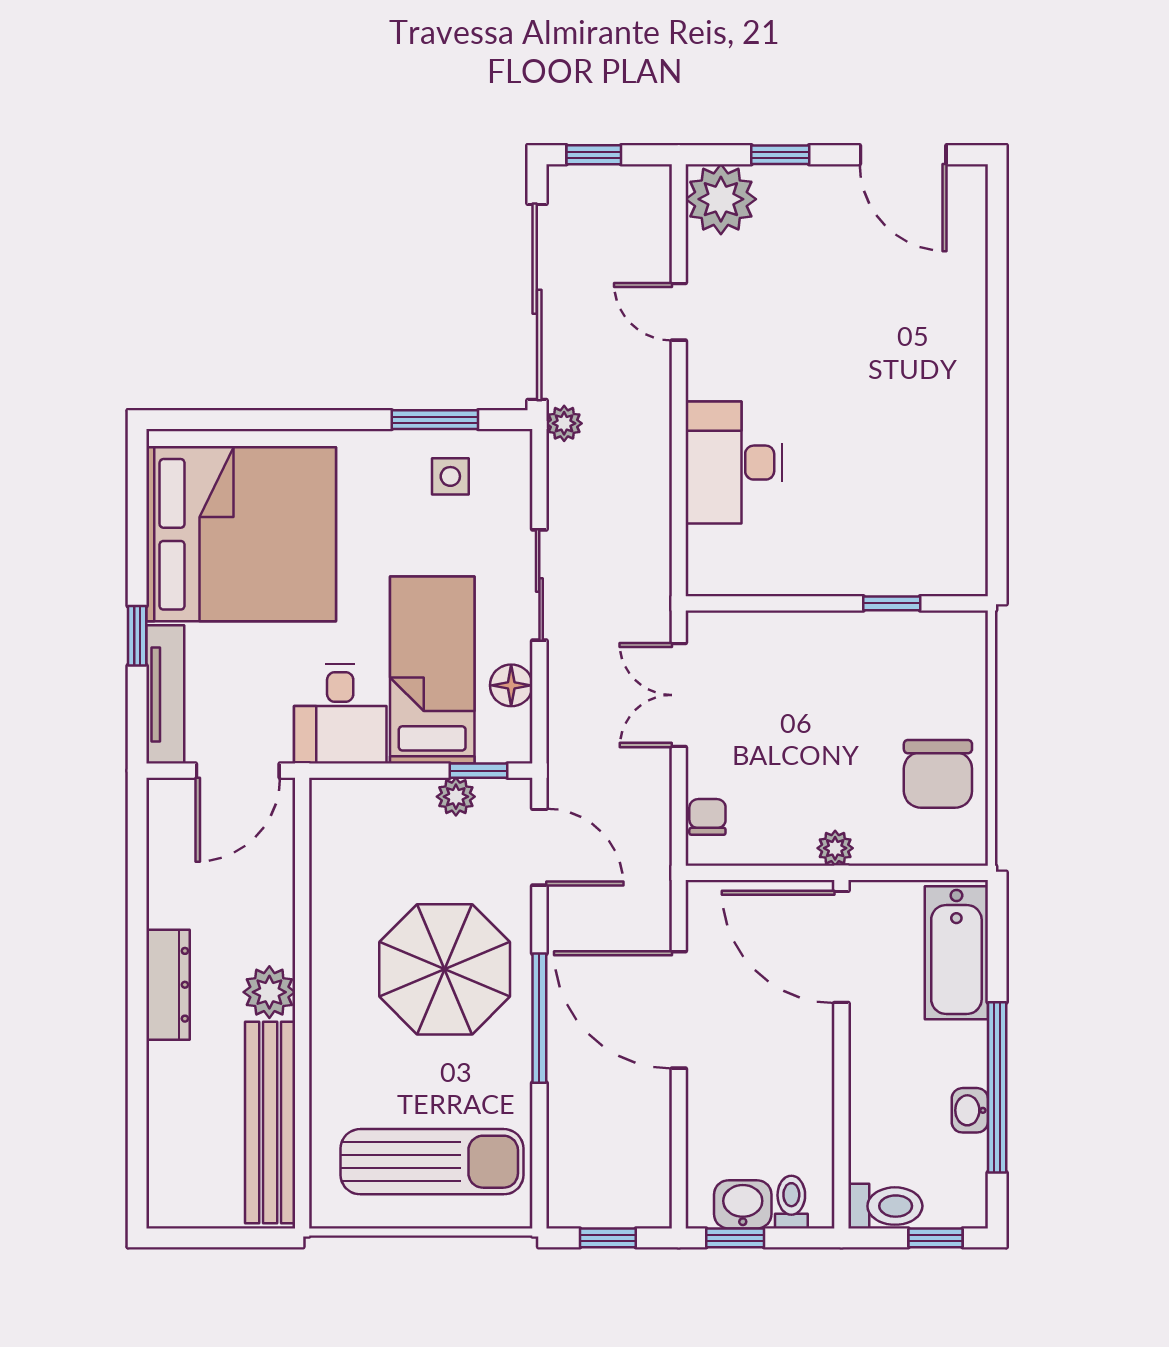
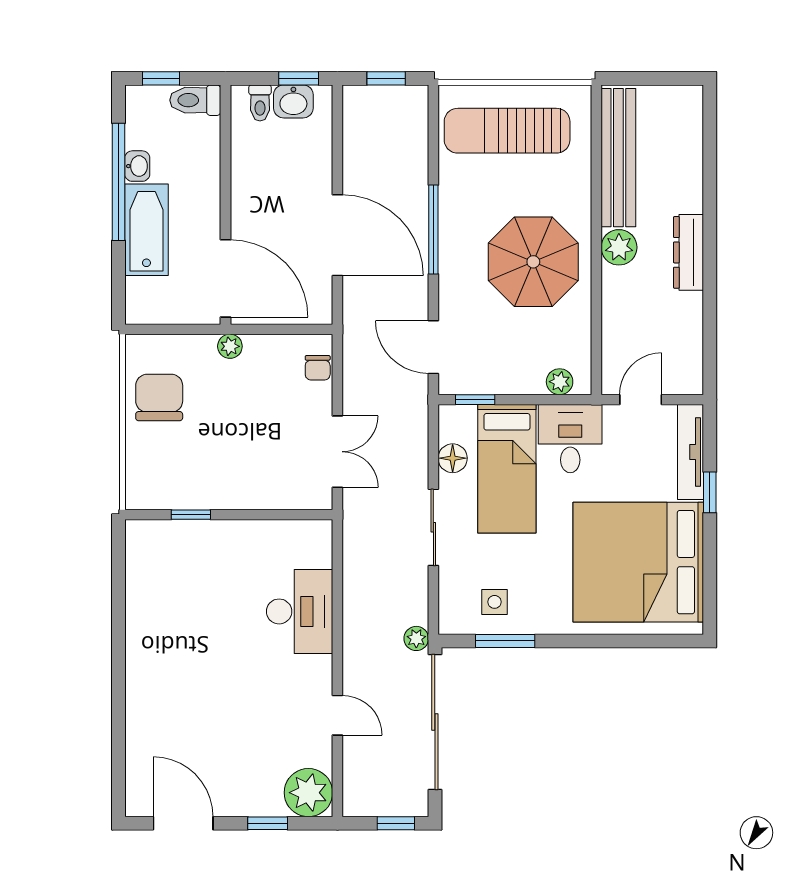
door: (238, 771) -> (641, 400), width x0.73
plant: (456, 797) -> (560, 382), moved
bathtub: (956, 953) -> (146, 230), moved
parasol: (445, 969) -> (533, 262), moved

